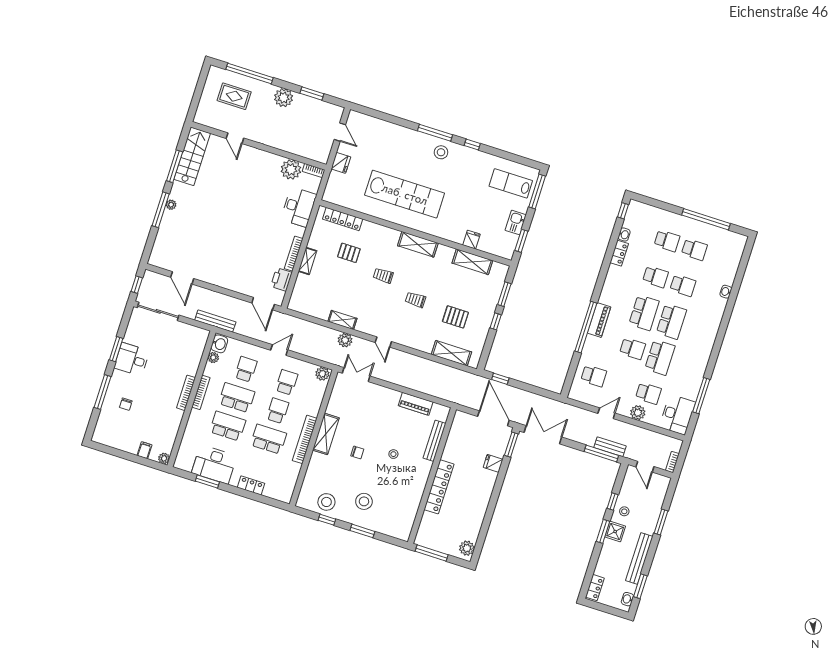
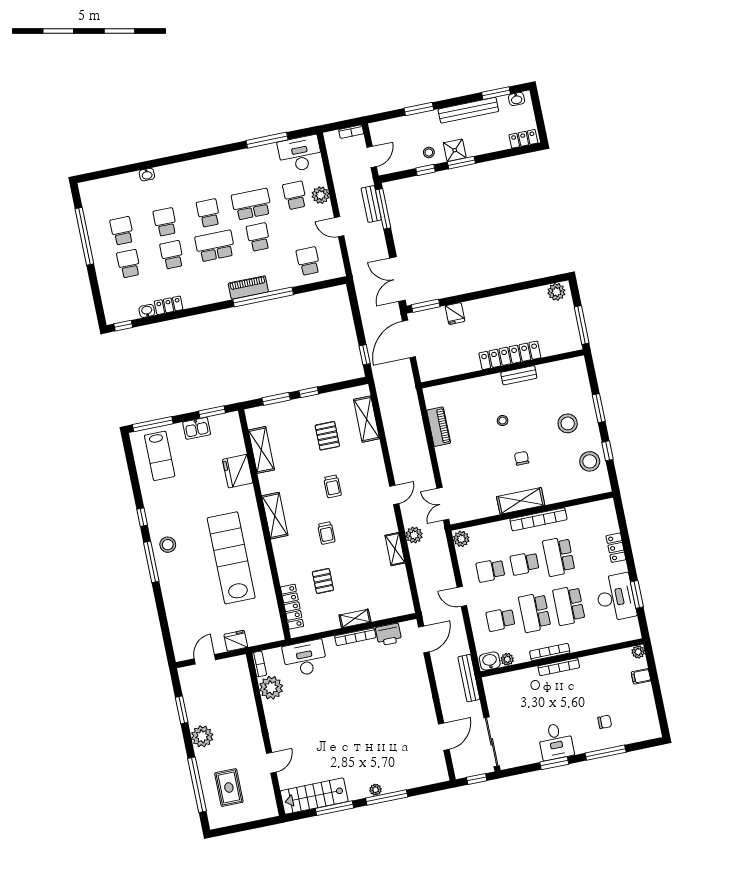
fridge: (471, 240) -> (238, 471), width x1.88, depth x1.34
school desk: (671, 321) -> (208, 213), width x0.54
bench: (435, 441) -> (519, 375), moved, width x0.73

